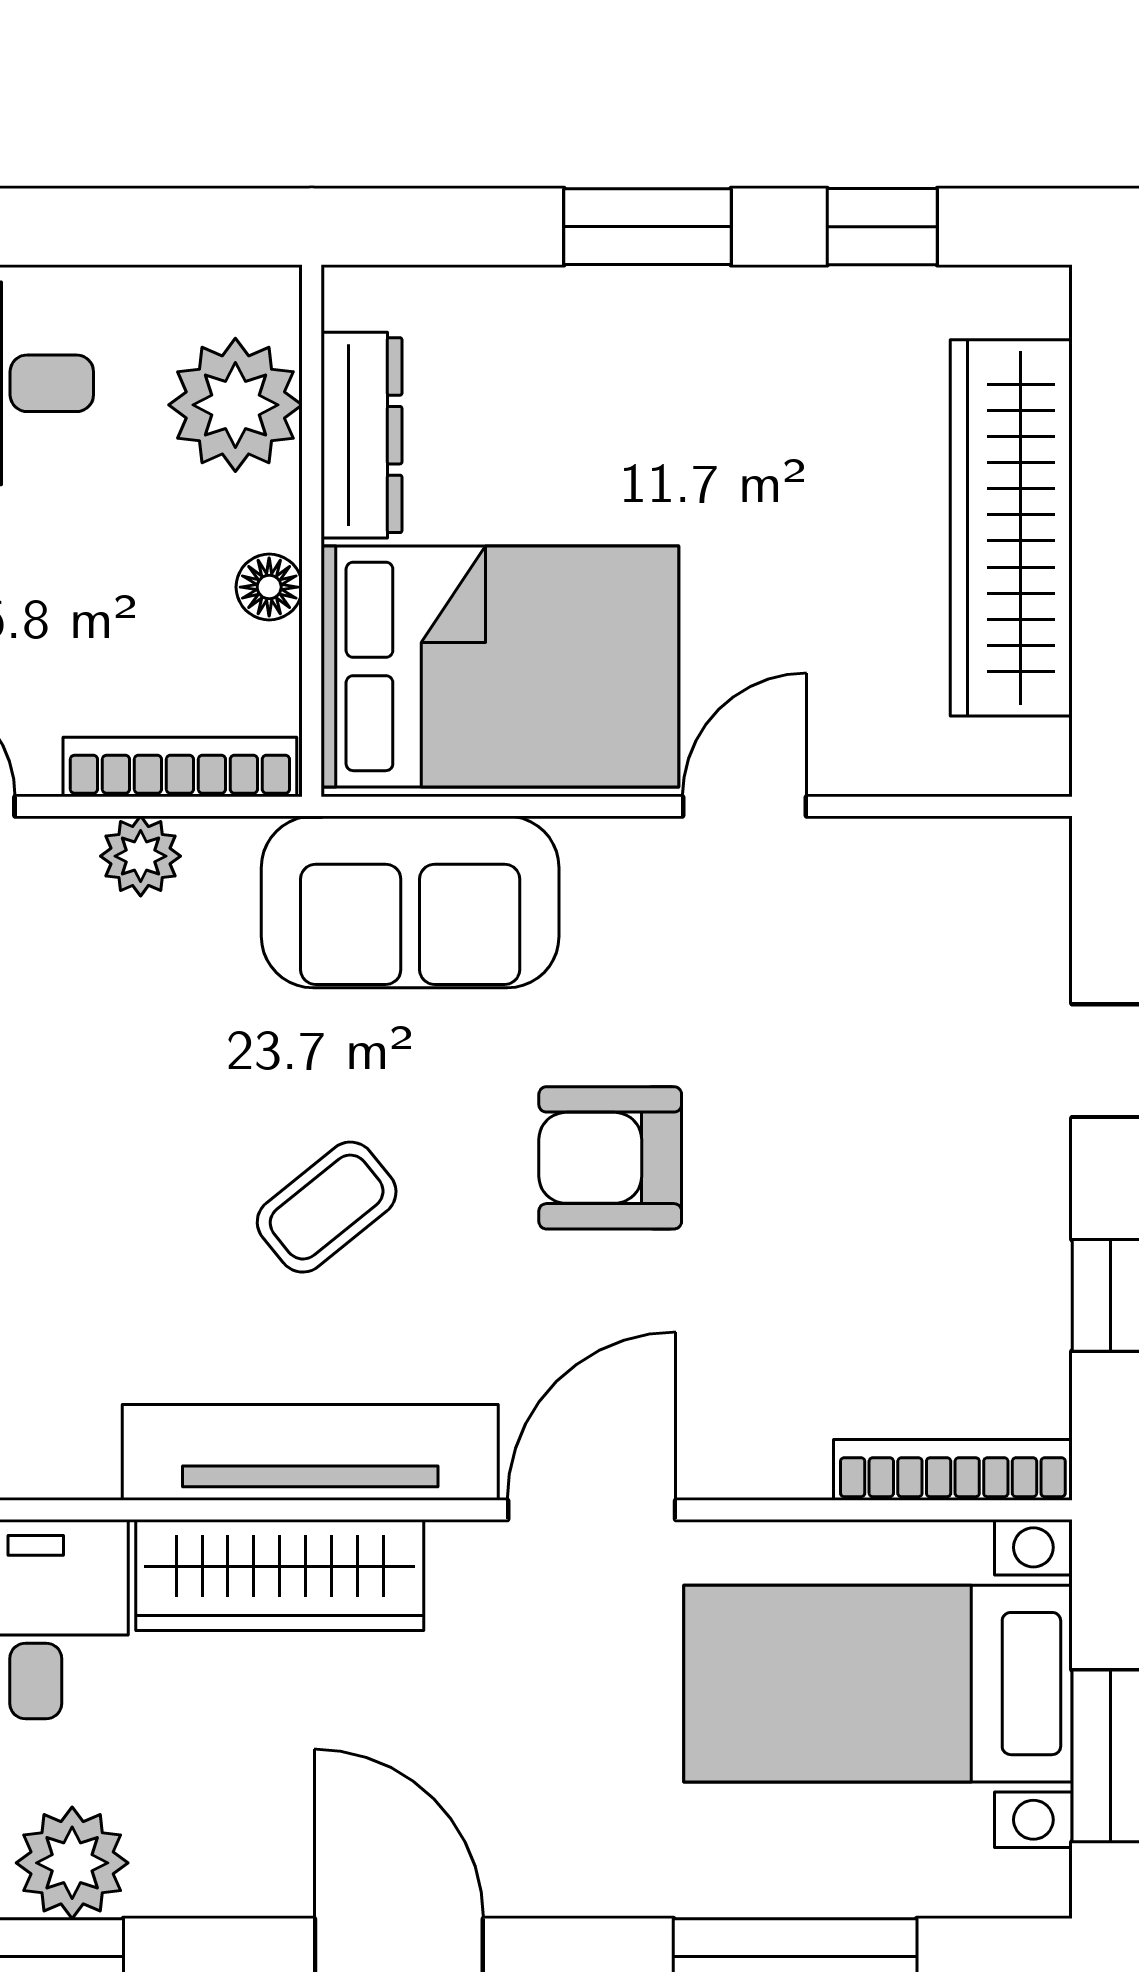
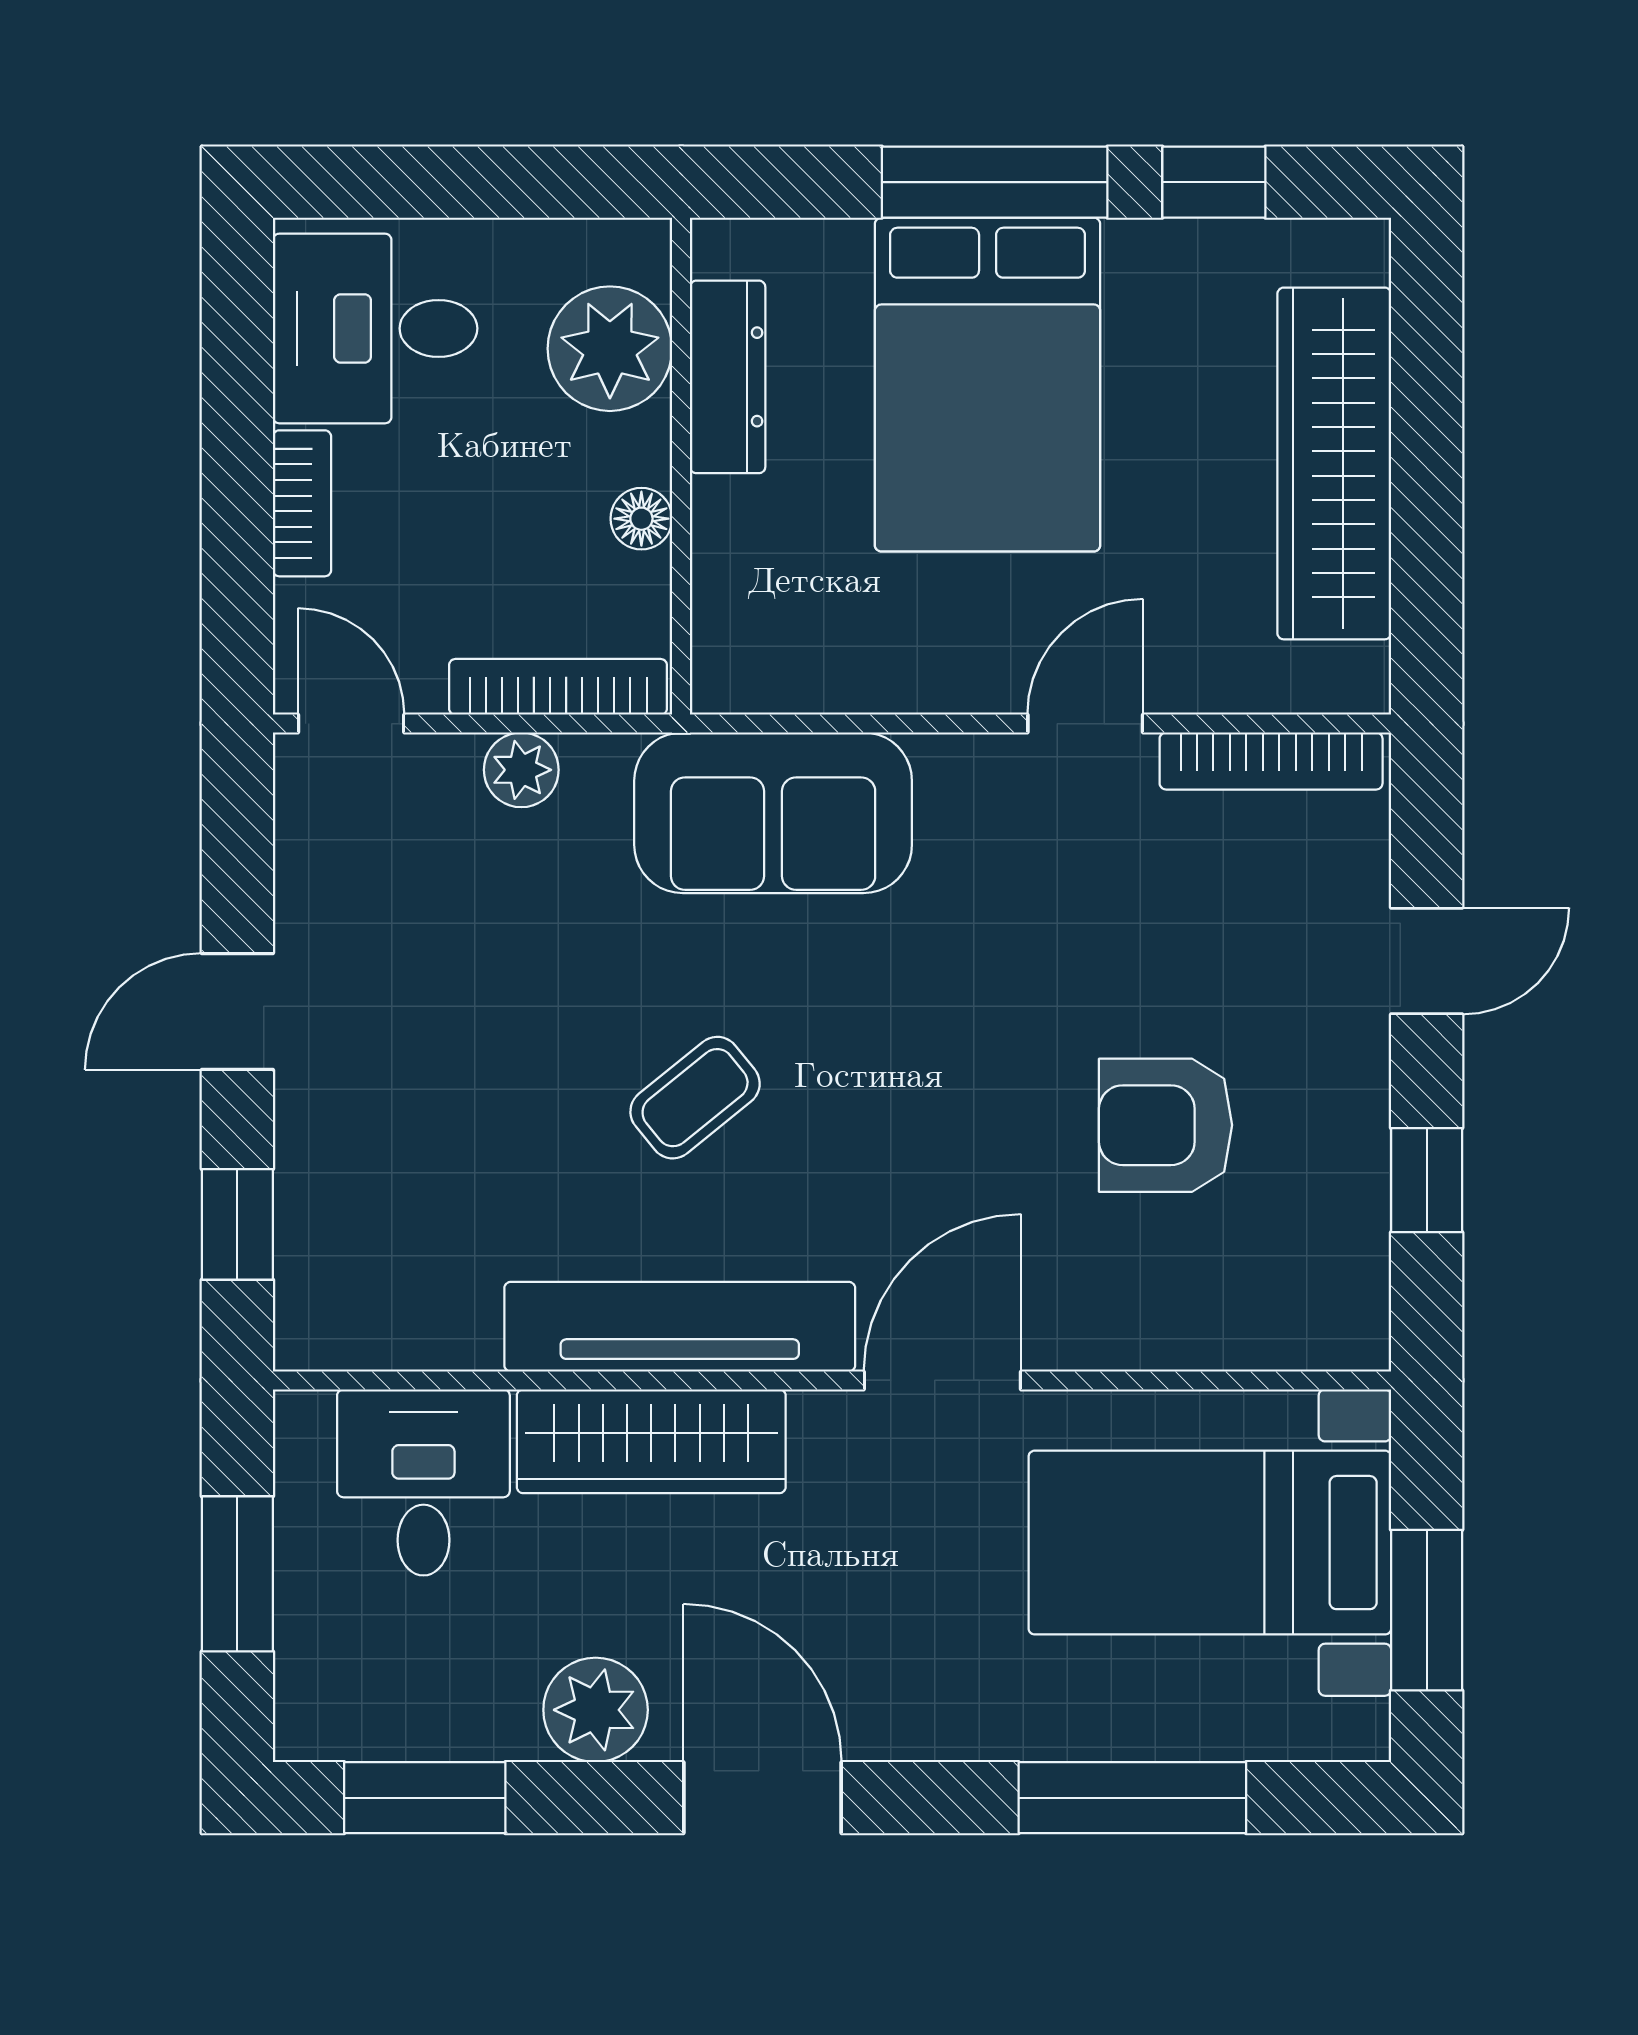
window: (648, 227) -> (995, 182), width x1.44
bed: (500, 666) -> (988, 385), moved, turned 90
armchair: (610, 1158) -> (1165, 1125), moved
bookcase: (953, 1470) -> (1271, 761), moved, turned 180
plant: (72, 1863) -> (596, 1710), moved

